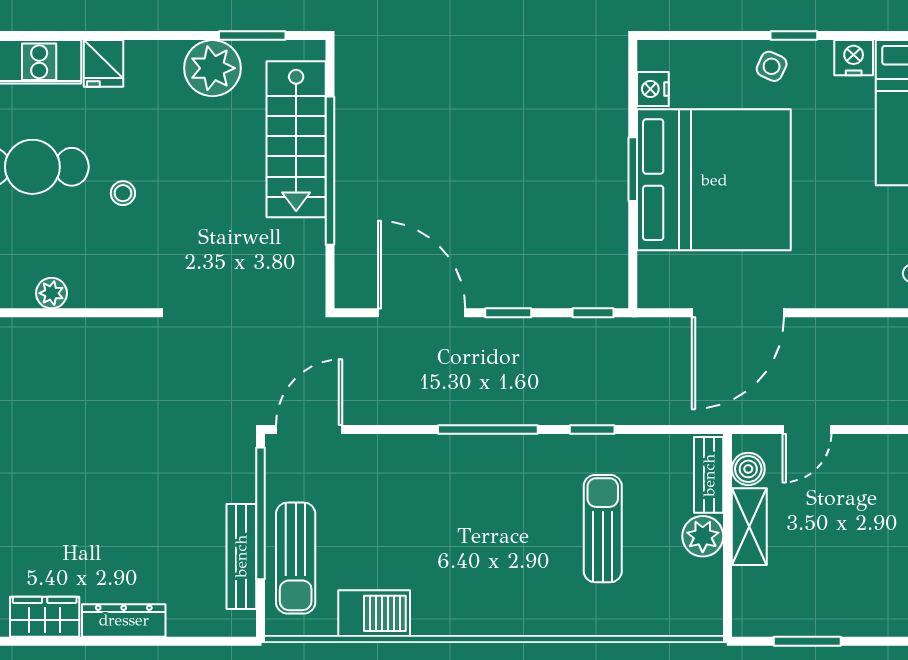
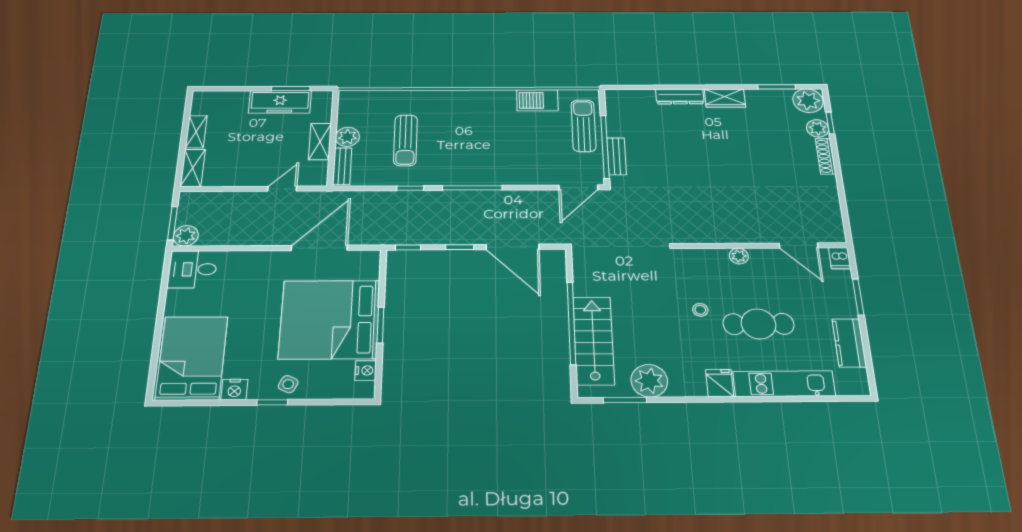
boiler: (748, 469) -> (319, 169), removed
bench: (241, 556) -> (617, 156), moved, width x0.73
freezer: (824, 612) -> (280, 102), added

